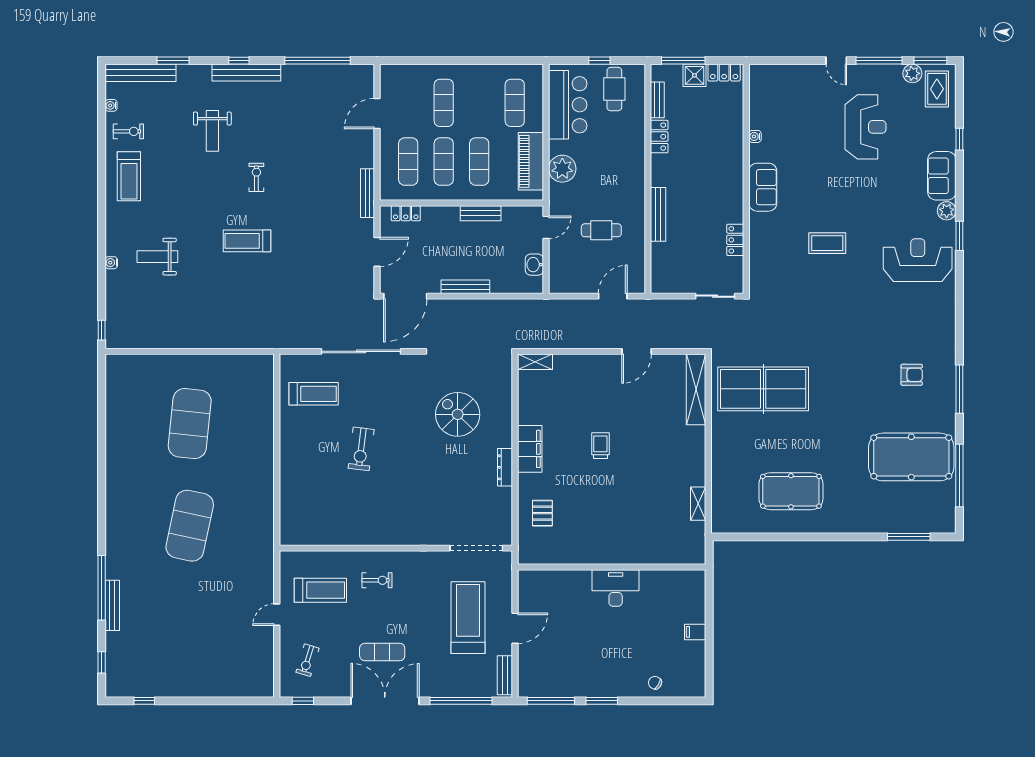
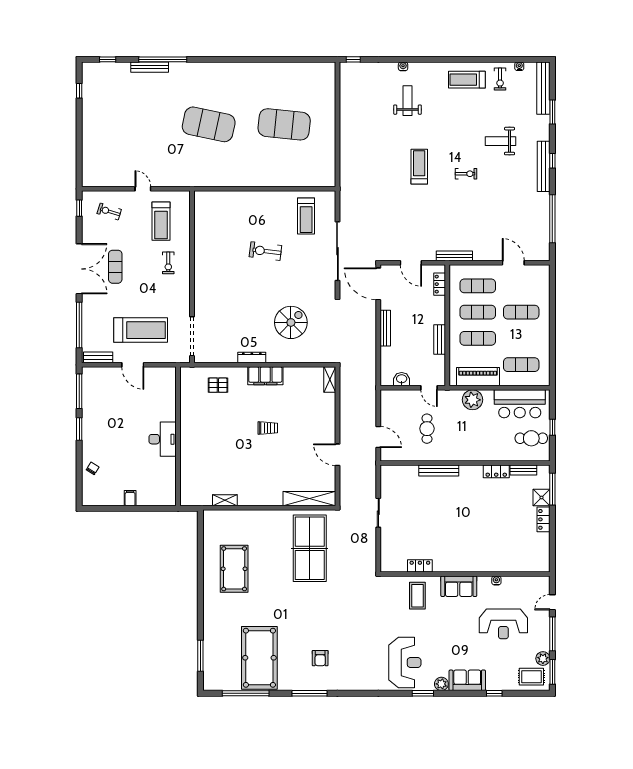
water cooler: (755, 136) -> (496, 580), moved
wall: (746, 179) -> (465, 574), moved
sofa: (763, 187) -> (459, 586), moved
locker: (735, 240) -> (420, 566), moved

